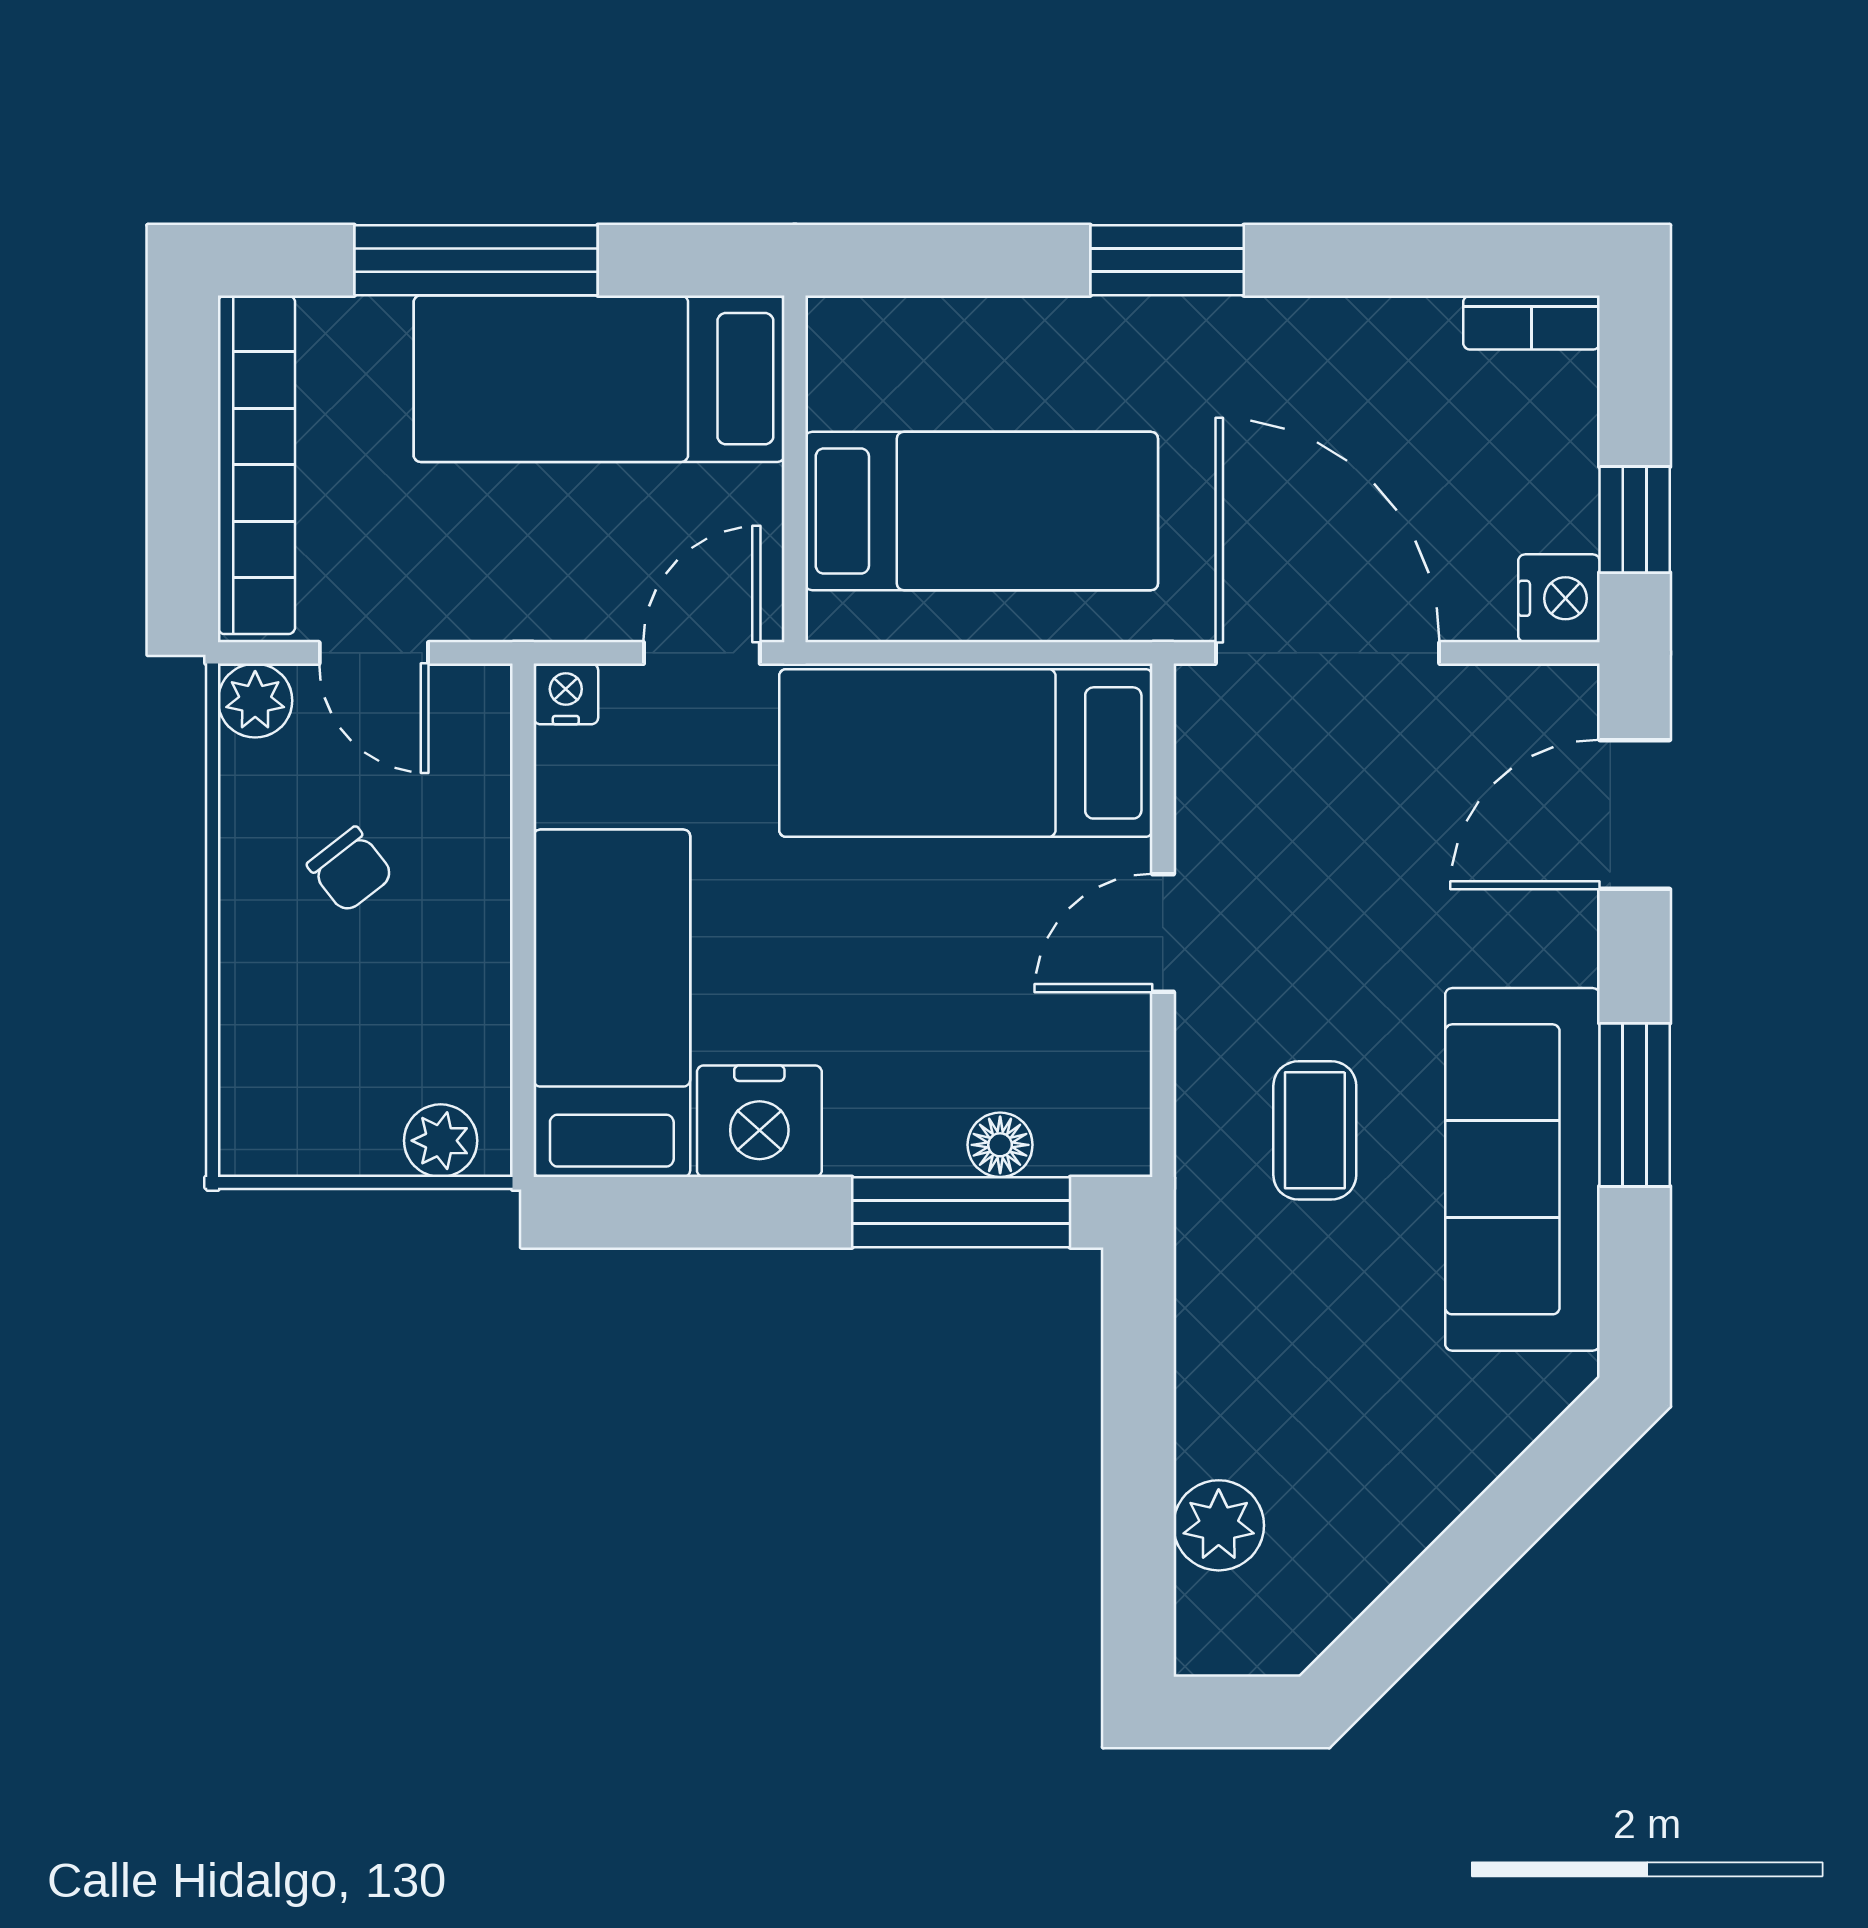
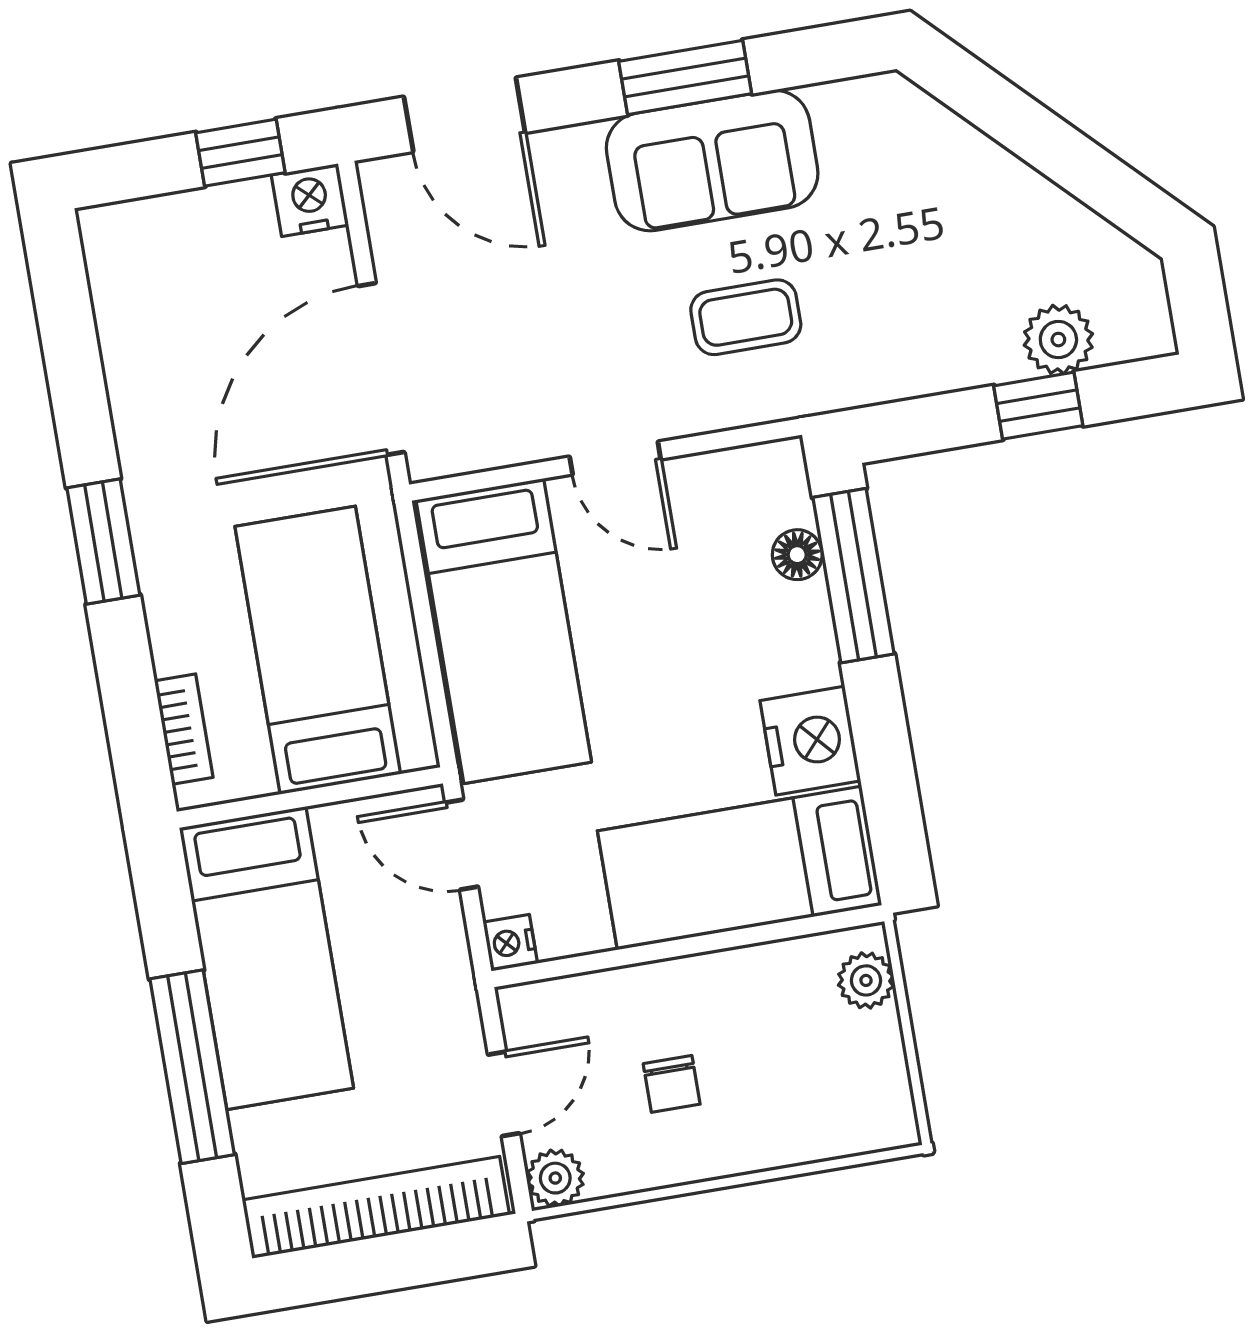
bookcase: (1531, 323) -> (184, 729), moved
chair: (350, 870) -> (672, 1084), turned 128
sofa: (1522, 1169) -> (712, 161), width x0.73
window: (1138, 1485) -> (1038, 406), added

